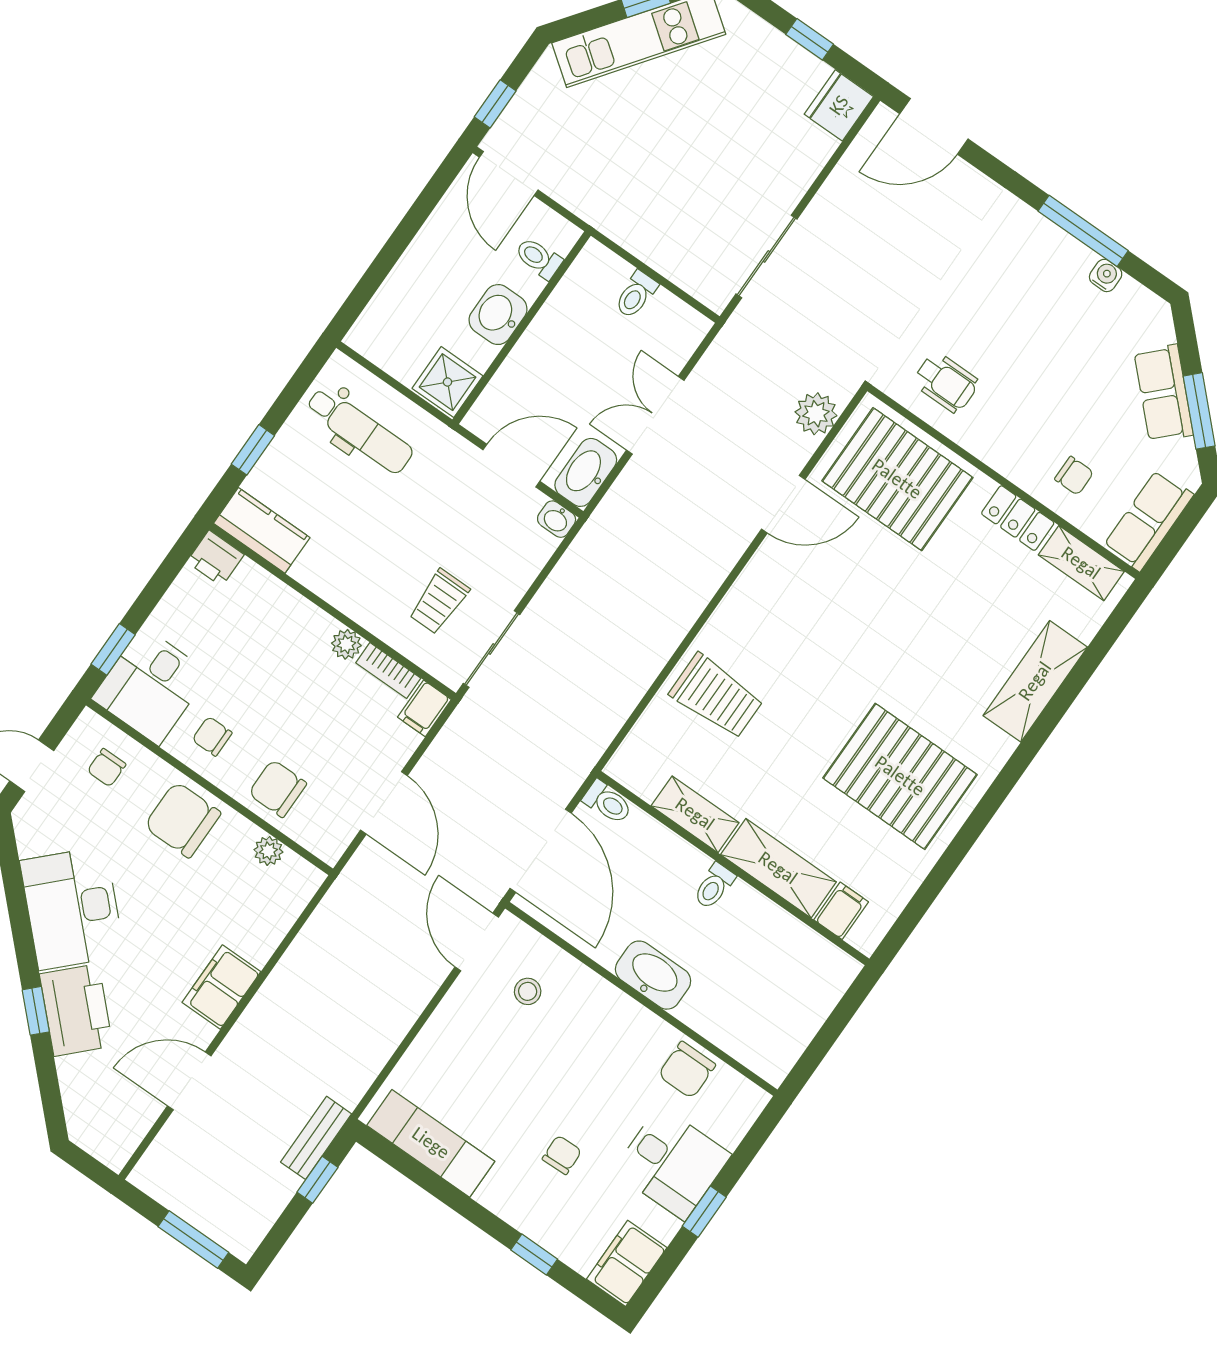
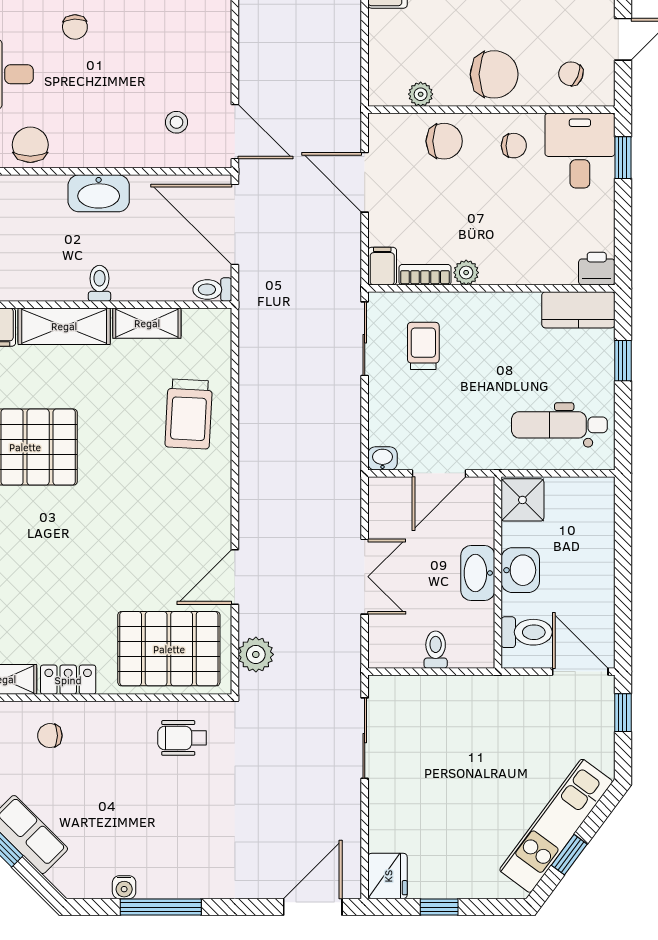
toilet: (539, 258) -> (527, 632), width x1.37, depth x1.39
washbasin: (586, 472) -> (478, 573), moved, turned 180
trolley: (716, 696) -> (189, 414), turned -87
chair: (107, 768) -> (571, 74), turned -68

